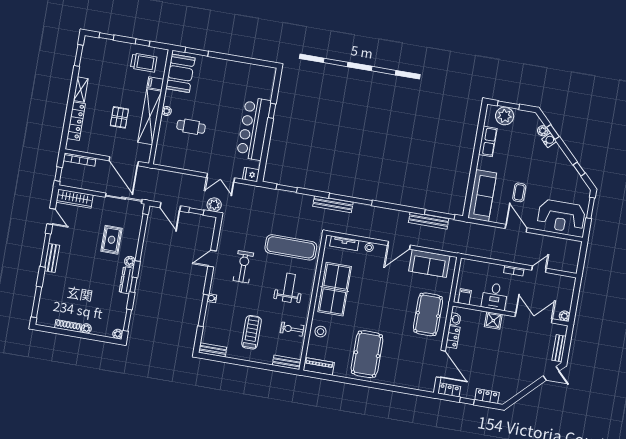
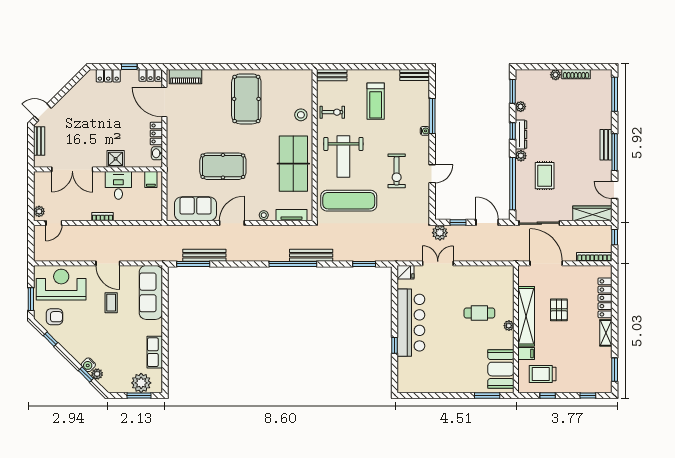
armchair: (572, 189) -> (54, 317), added
door: (539, 269) -> (54, 223), moved
weight bench: (289, 288) -> (343, 156), width x1.36, depth x1.33
pool table: (428, 314) -> (223, 166), moved, turned 90
plant: (564, 316) -> (39, 211), moved
plant: (118, 334) -> (521, 107), moved
piano: (319, 366) -> (185, 77), moved

